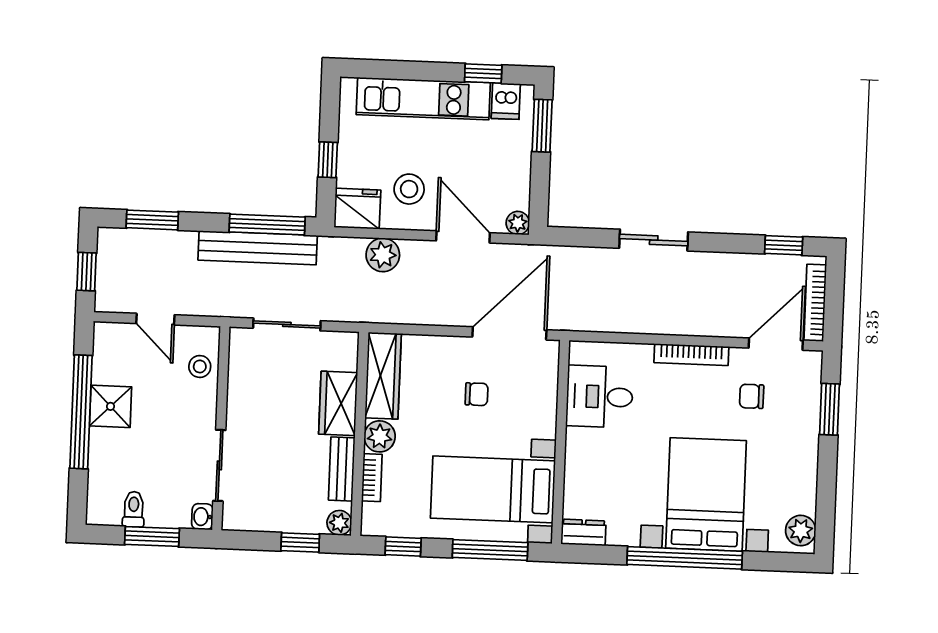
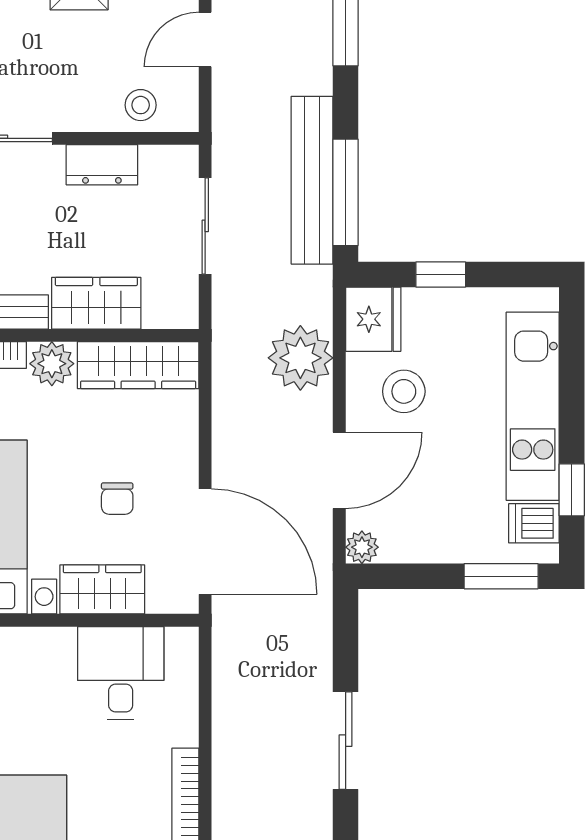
plant: (383, 255) -> (300, 358), width x1.36, depth x1.36
dresser: (241, 395) -> (102, 165), added
wardrobe: (540, 407) -> (102, 589), added

